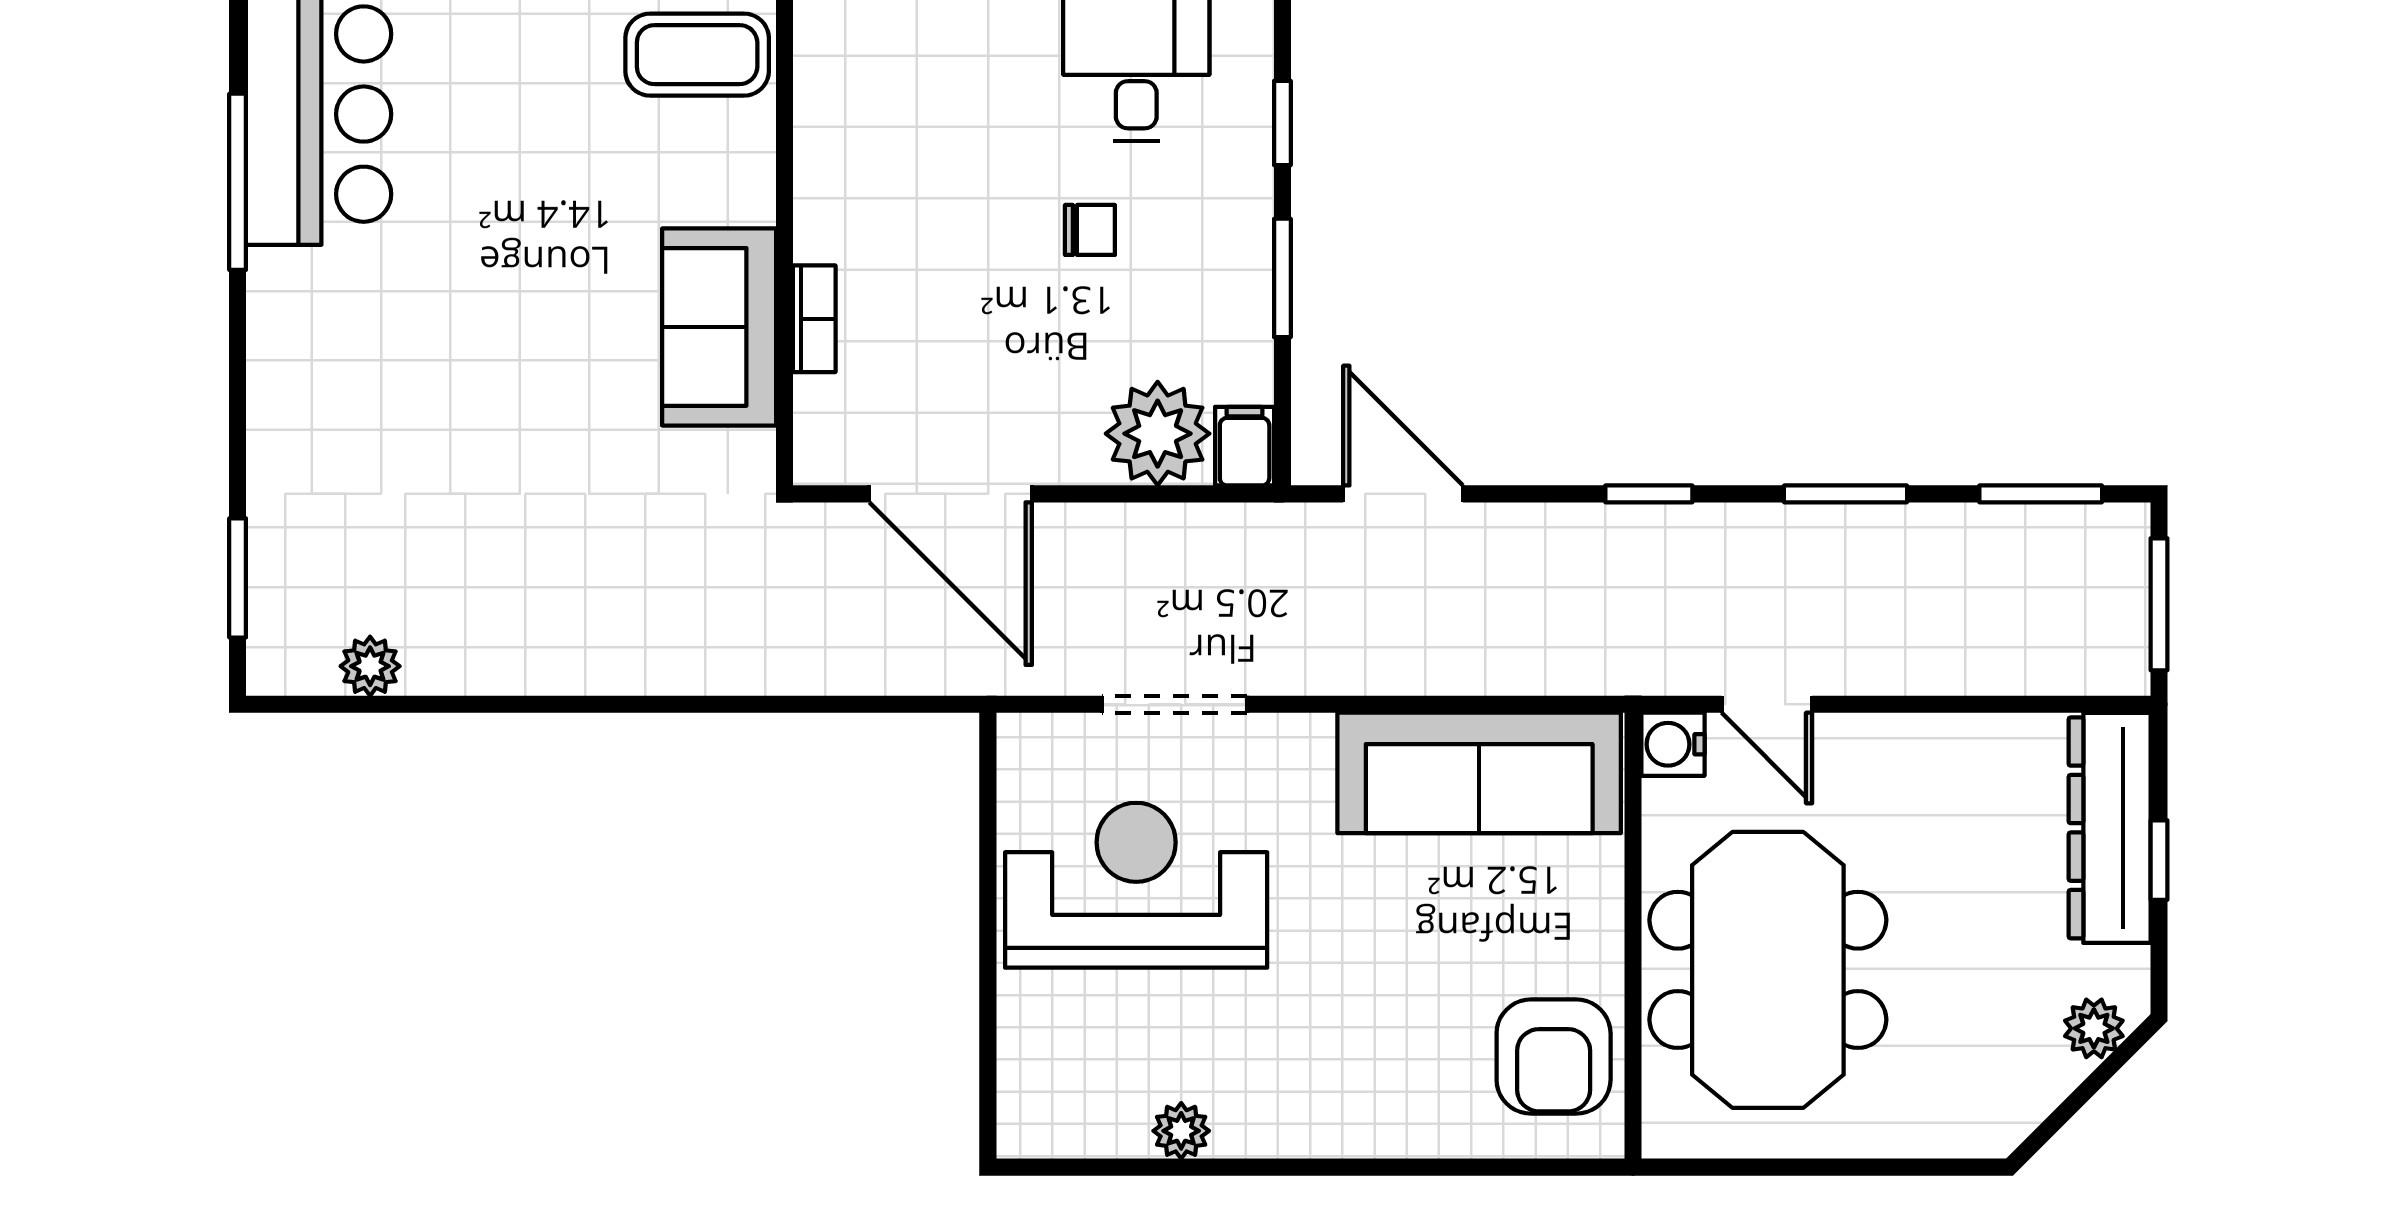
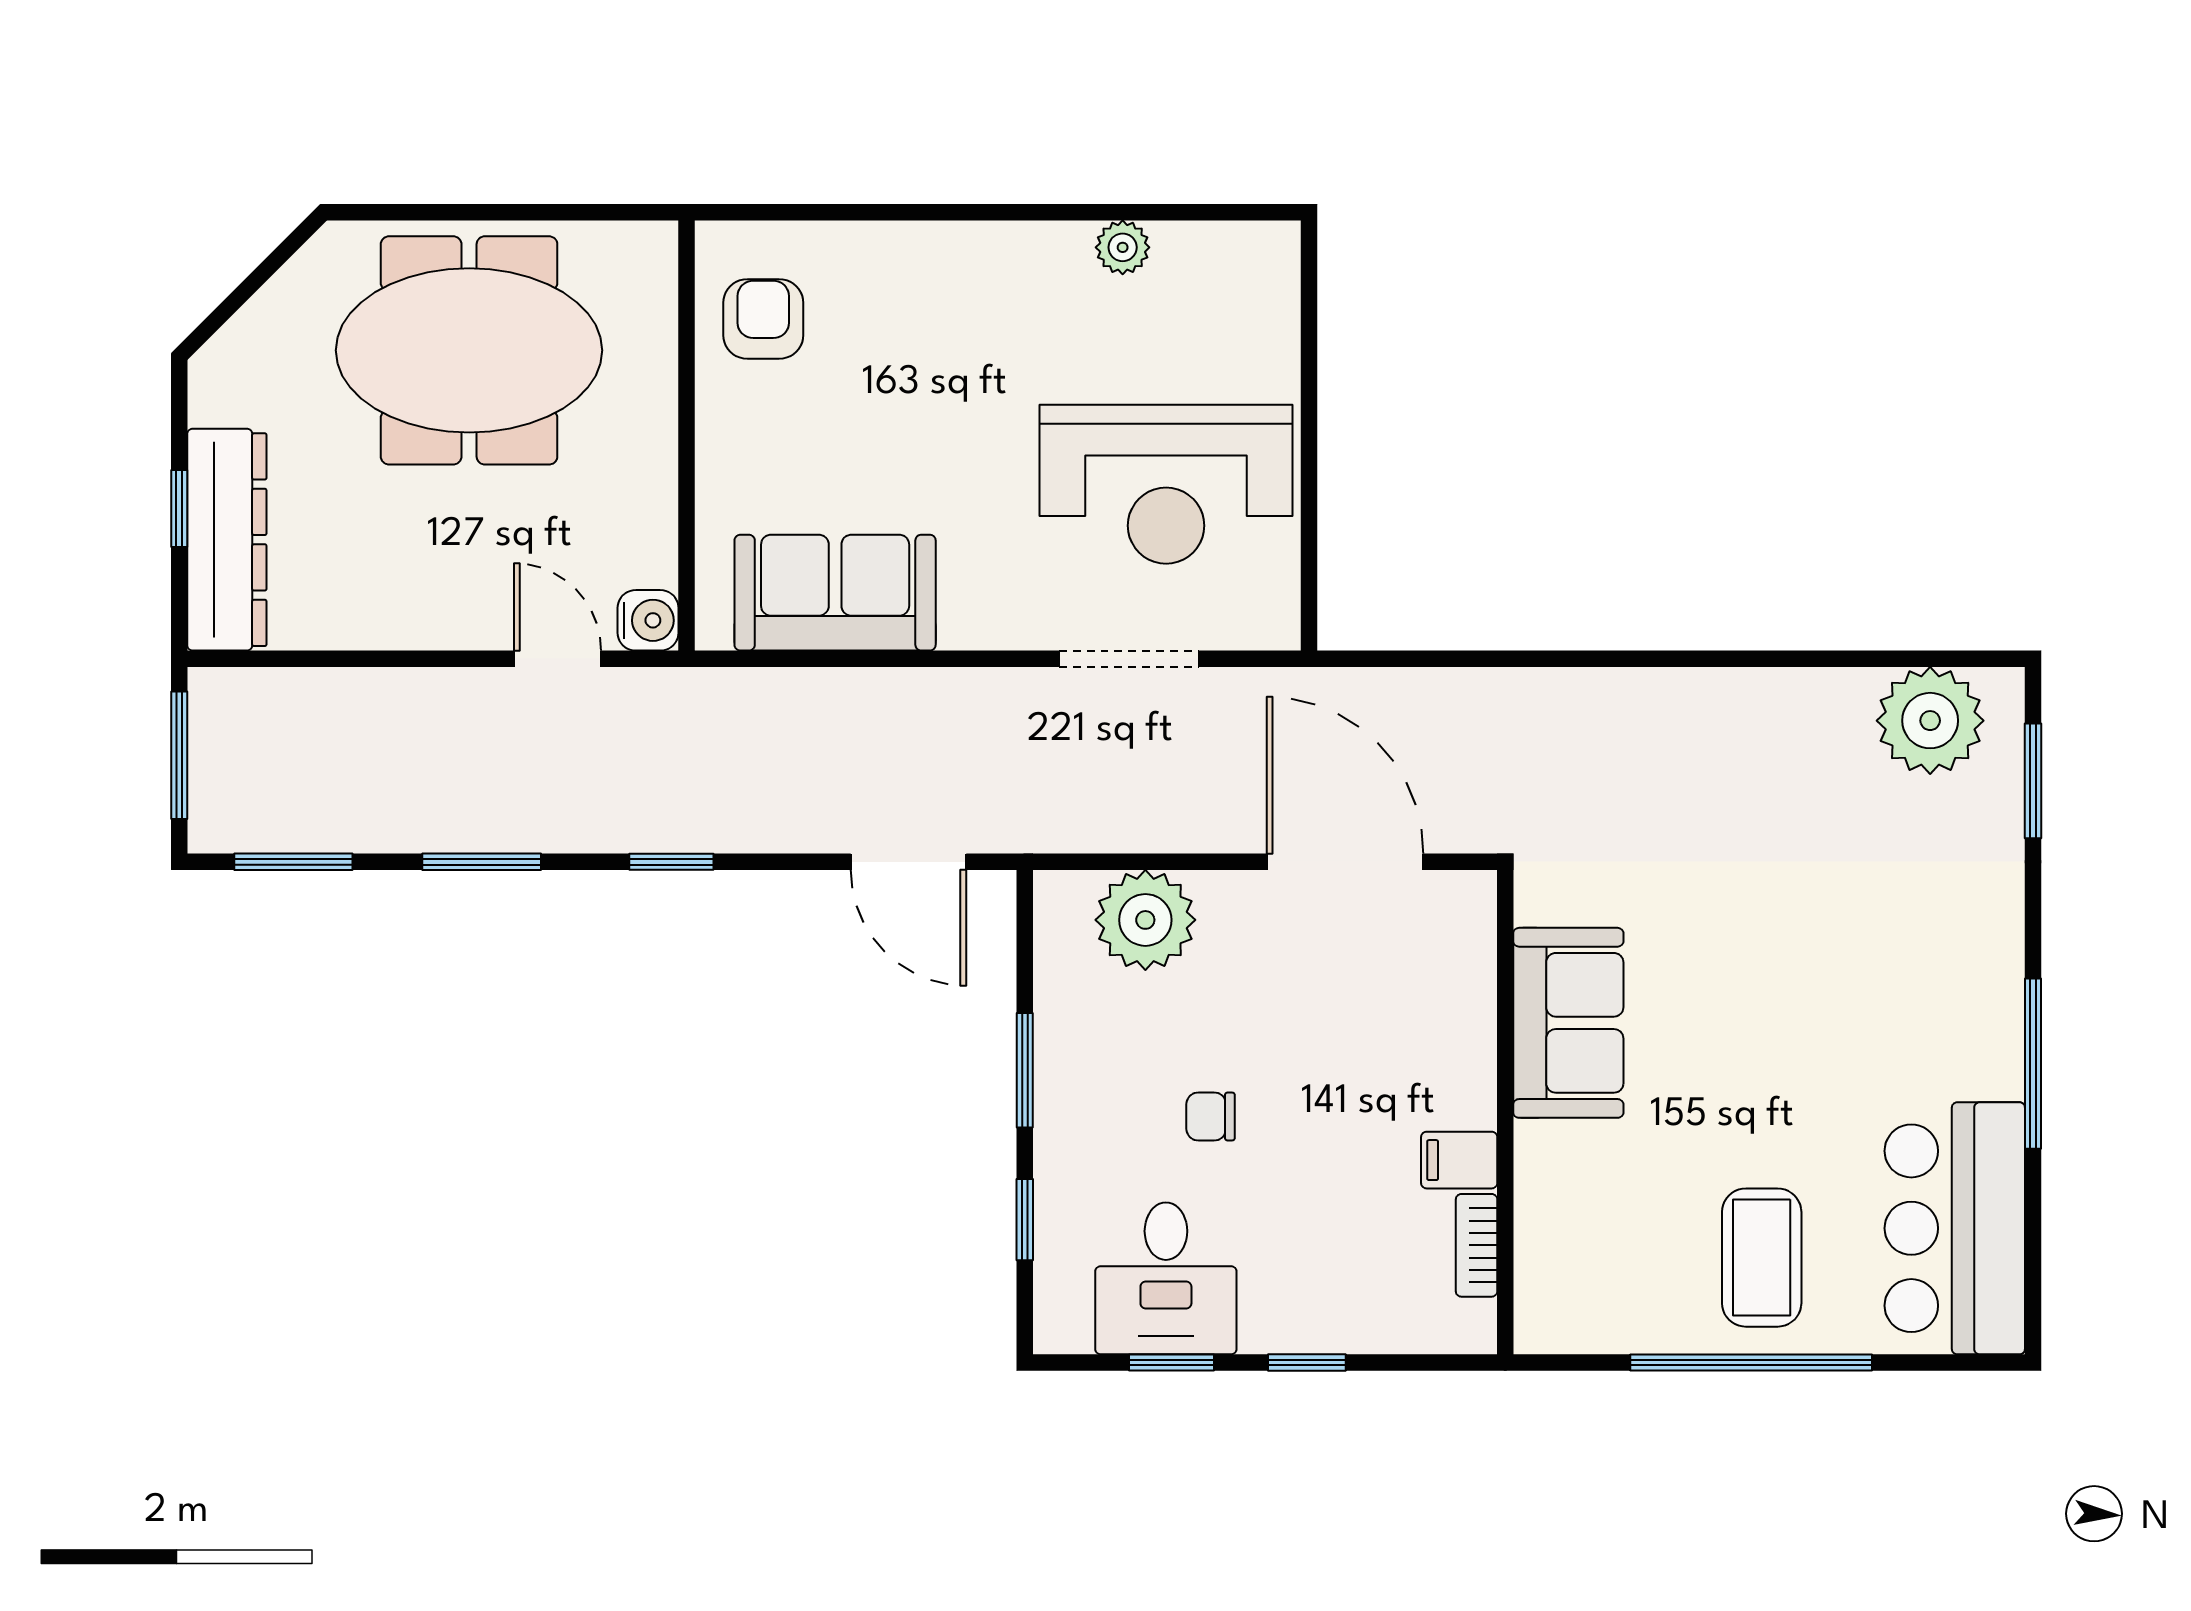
coffee table: (697, 55) -> (1762, 1258), moved, turned 90
window: (238, 182) -> (2033, 1064), moved
bookcase: (814, 319) -> (1477, 1245), moved
filing cabinet: (1245, 446) -> (1459, 1160), moved, turned 90
plant: (370, 666) -> (1930, 721), width x1.88, depth x1.88
sofa: (1479, 773) -> (835, 593), width x0.73
meeting table: (1768, 970) -> (469, 350), moved, turned 90
plant: (2094, 1028) -> (242, 346), removed
armchair: (1554, 1057) -> (763, 319), width x0.72, depth x0.72

